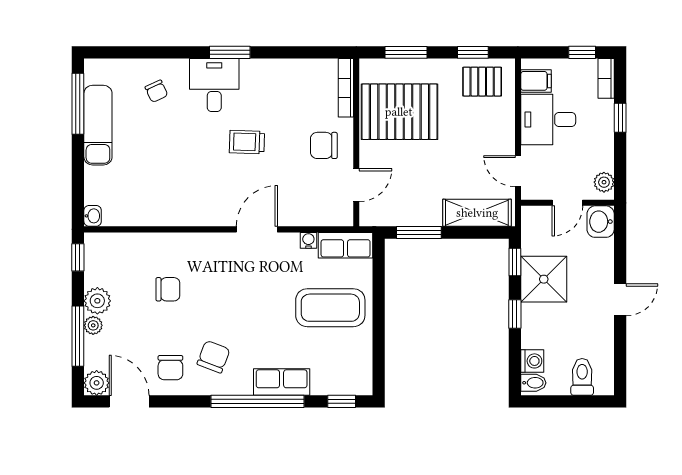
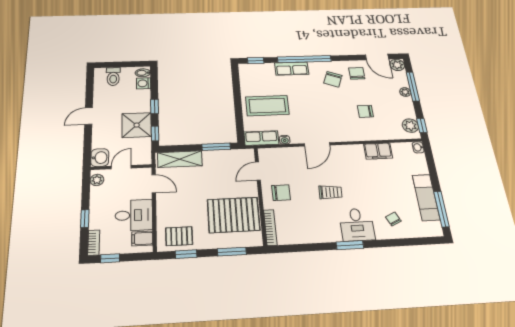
filing cabinet: (160, 212) -> (378, 151), added
plant: (97, 301) -> (410, 126), moved

